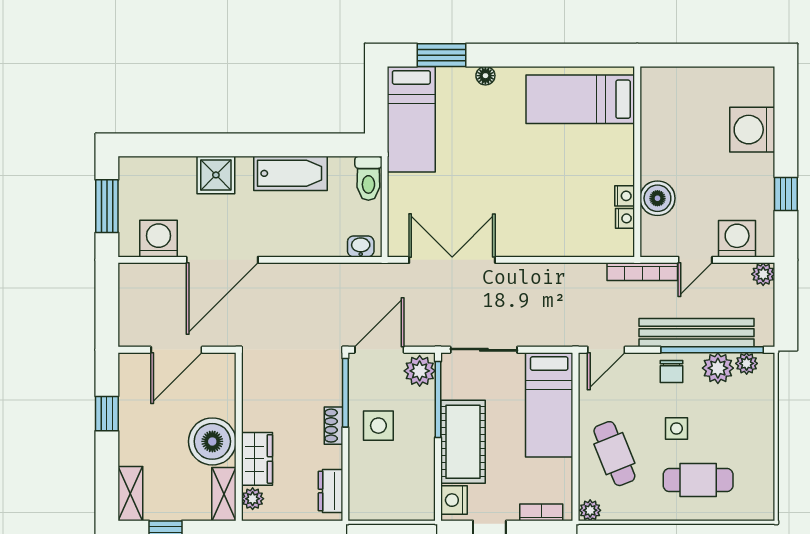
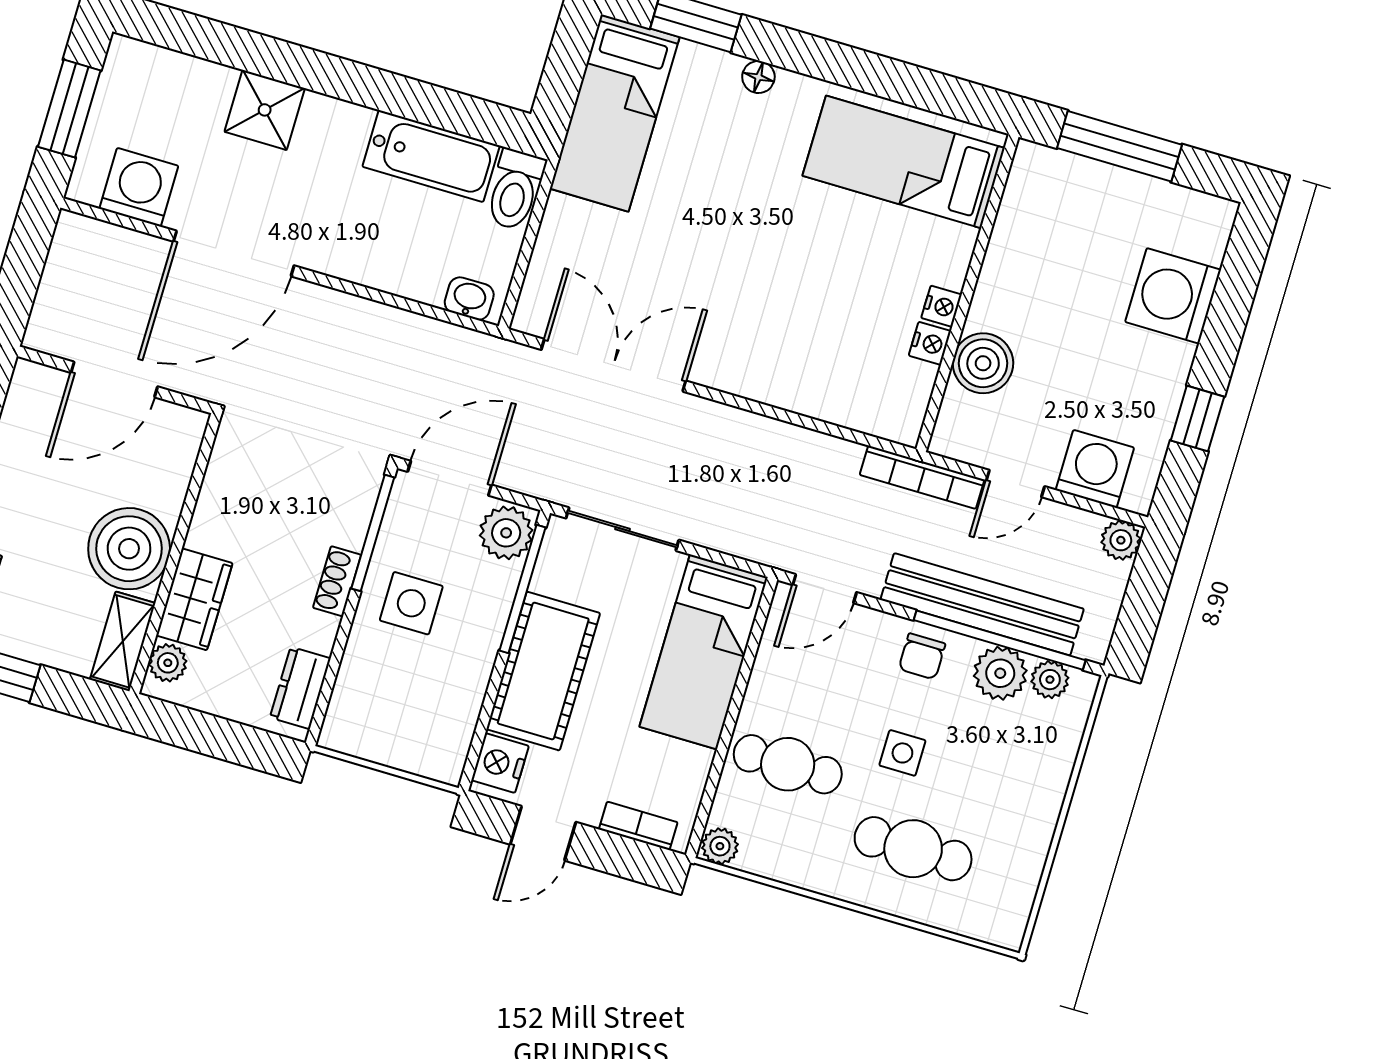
window: (698, 55) -> (1119, 146), added
bathtub: (291, 173) -> (431, 156), moved
nightstand: (625, 218) -> (942, 306), moved
cafe table: (614, 454) -> (788, 764), turned -68

